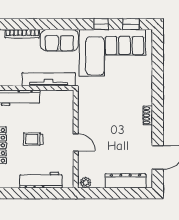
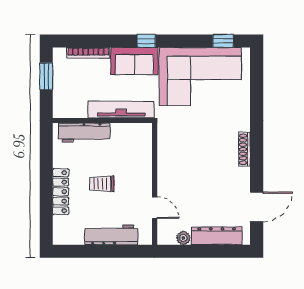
window: (101, 24) -> (146, 41), moved
shoe rack: (148, 115) -> (244, 149), width x1.43
door: (76, 142) -> (155, 208), moved
plant: (86, 183) -> (183, 238), moved

